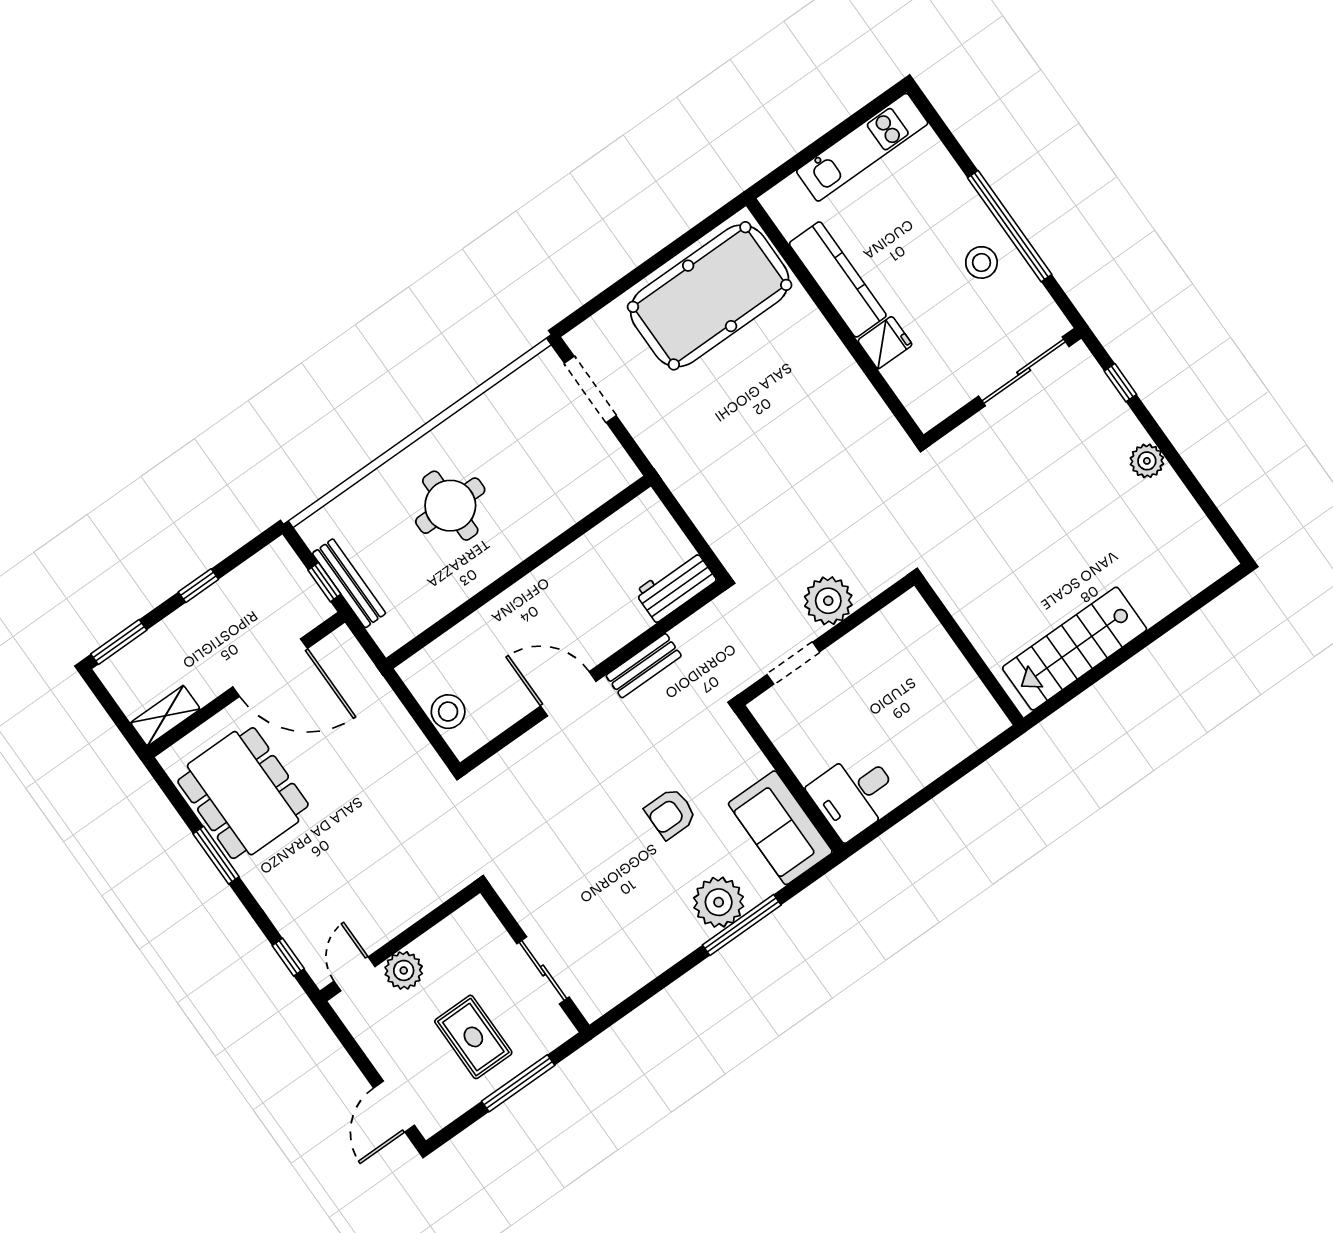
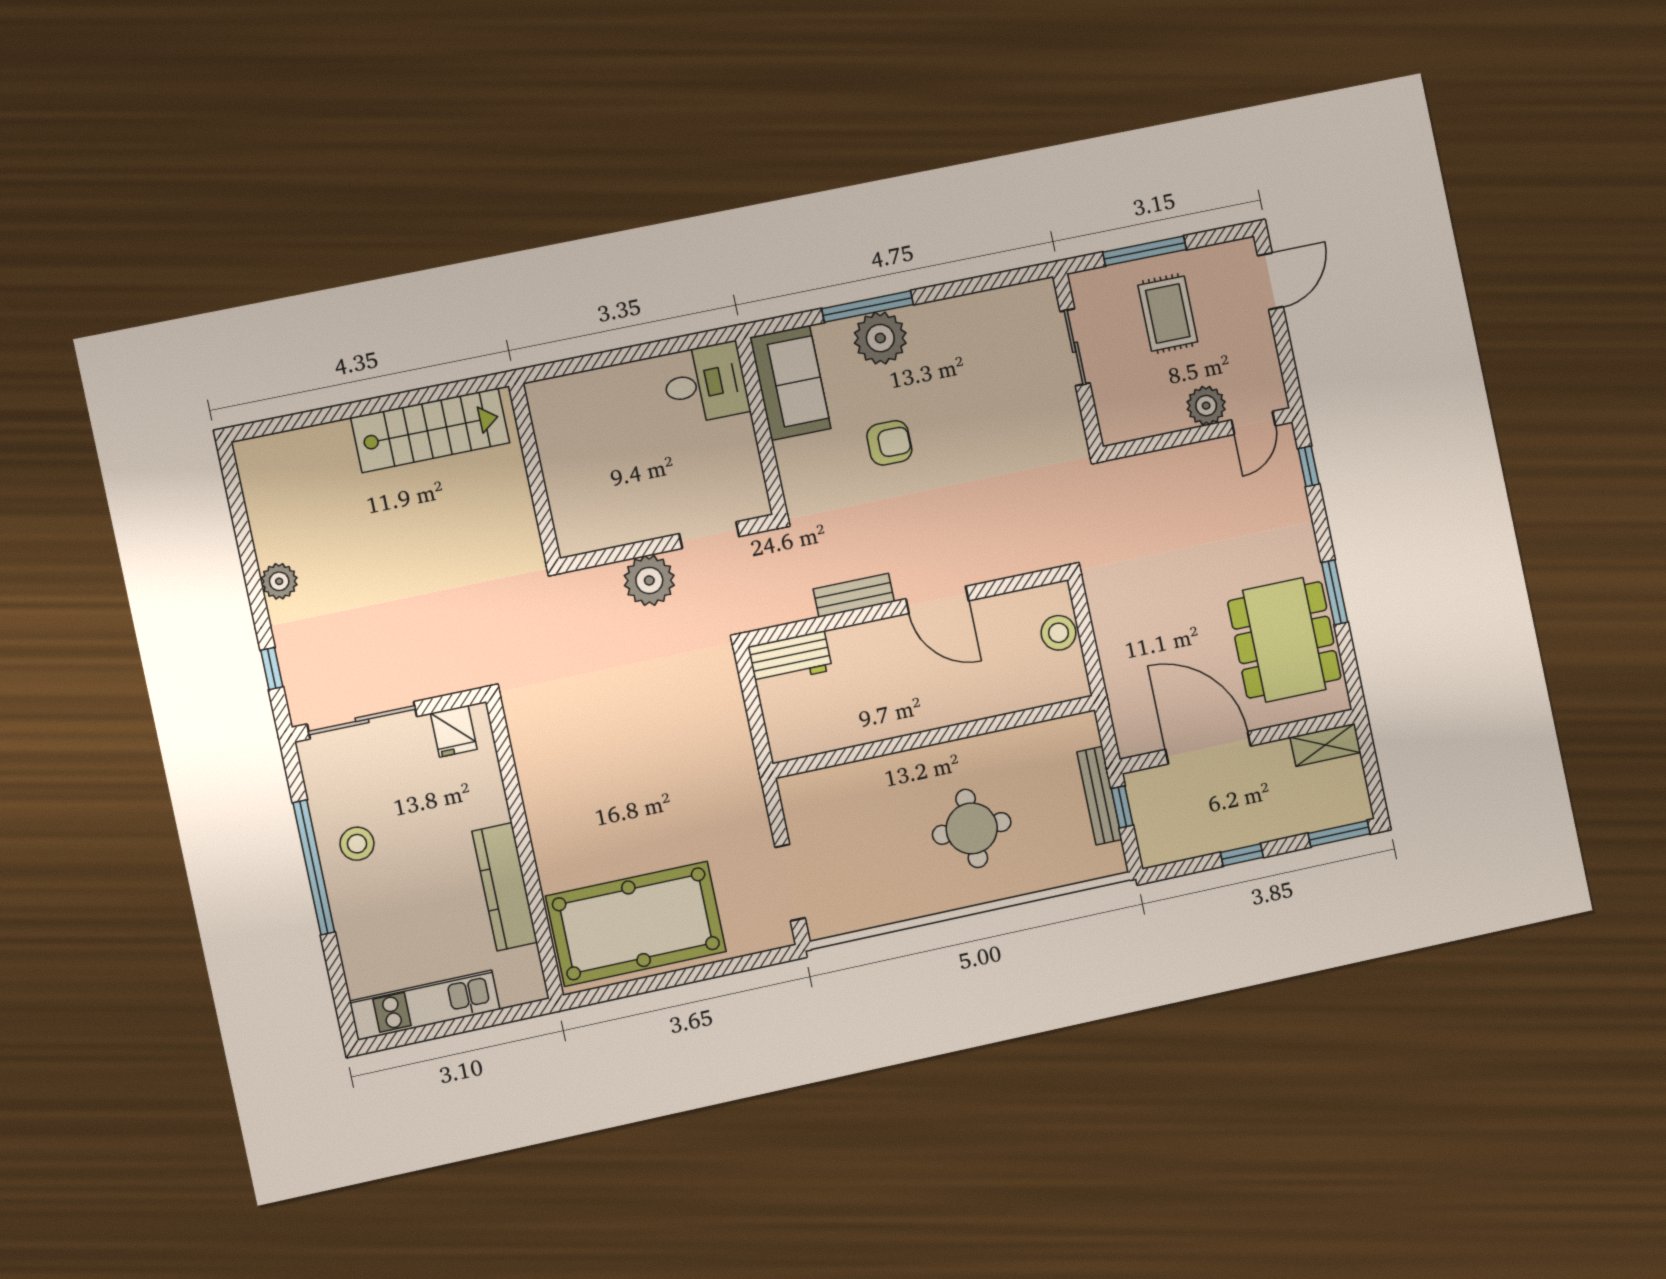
fridge: (885, 343) -> (454, 731), moved, turned -90

